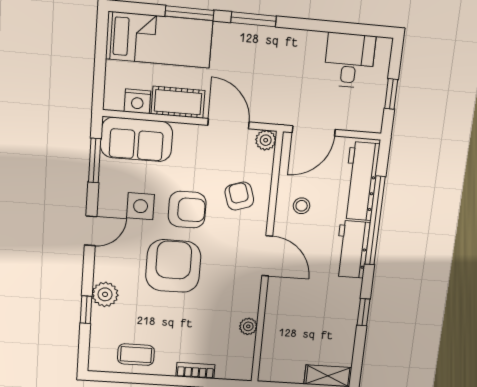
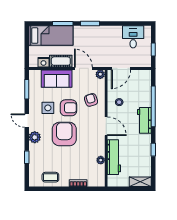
sofa: (136, 139) -> (57, 79), moved
workbench: (361, 181) -> (114, 157), moved, turned 180
door: (91, 231) -> (27, 121), swing flipped
plant: (105, 294) -> (35, 137), moved

